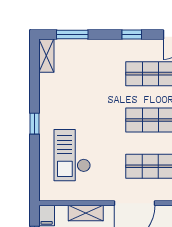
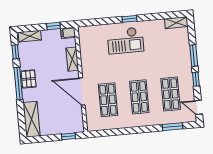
window: (72, 35) -> (194, 56), moved
checkout: (72, 155) -> (125, 40), moved, turned 180

